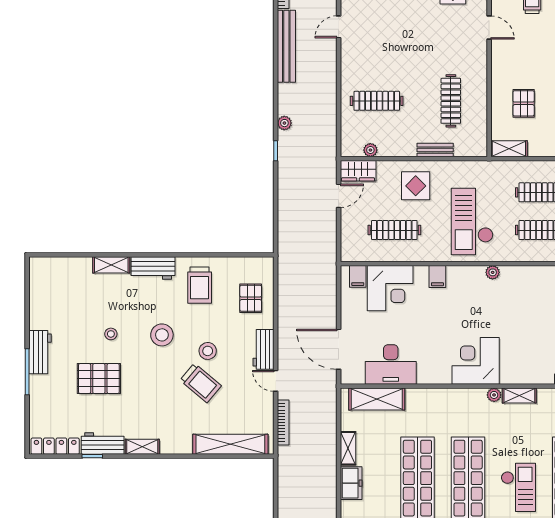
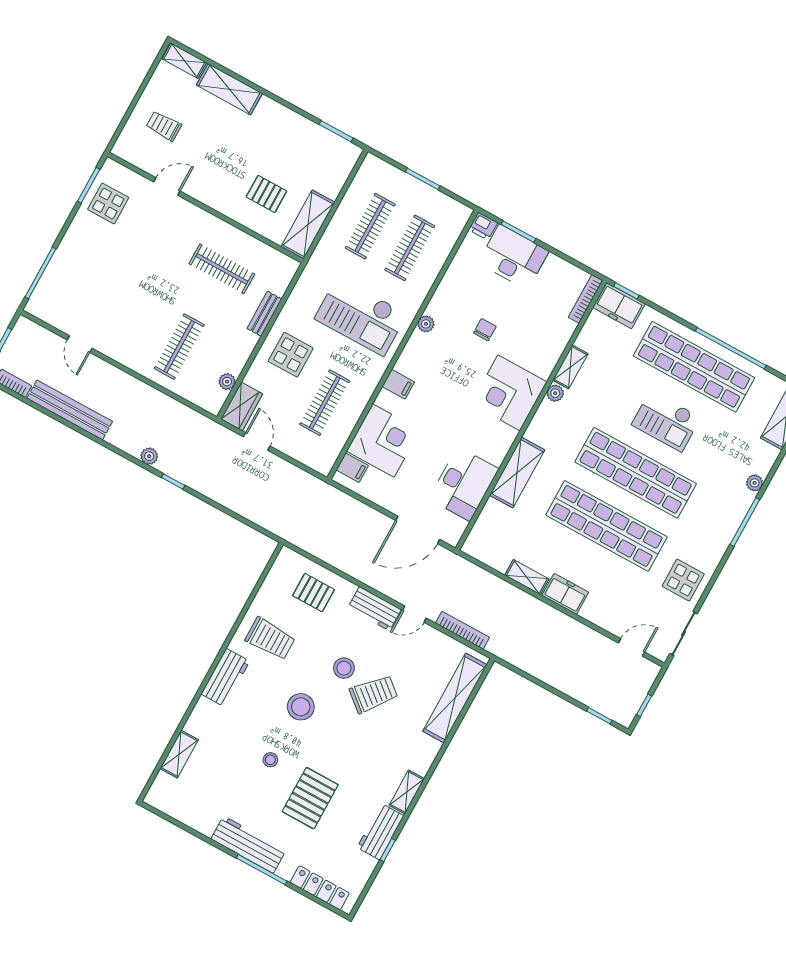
shelving: (509, 149) -> (308, 225), width x1.50, depth x1.33
shelving: (111, 265) -> (179, 754), moved
chair: (512, 318) -> (485, 330), added
workbench: (40, 352) -> (248, 845), width x1.38
shelving: (377, 399) -> (517, 473), moved
locker: (55, 446) -> (320, 888), moved, turned 90
checkout: (518, 487) -> (666, 421), turned 180

